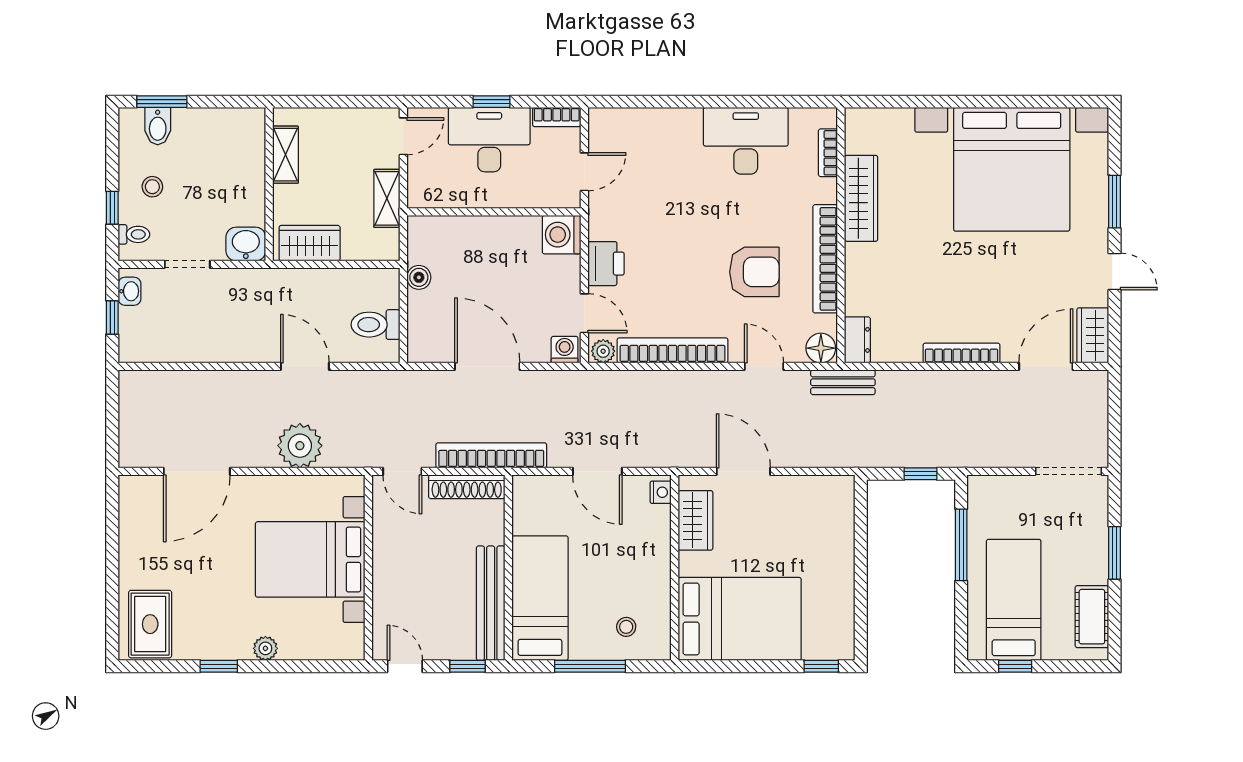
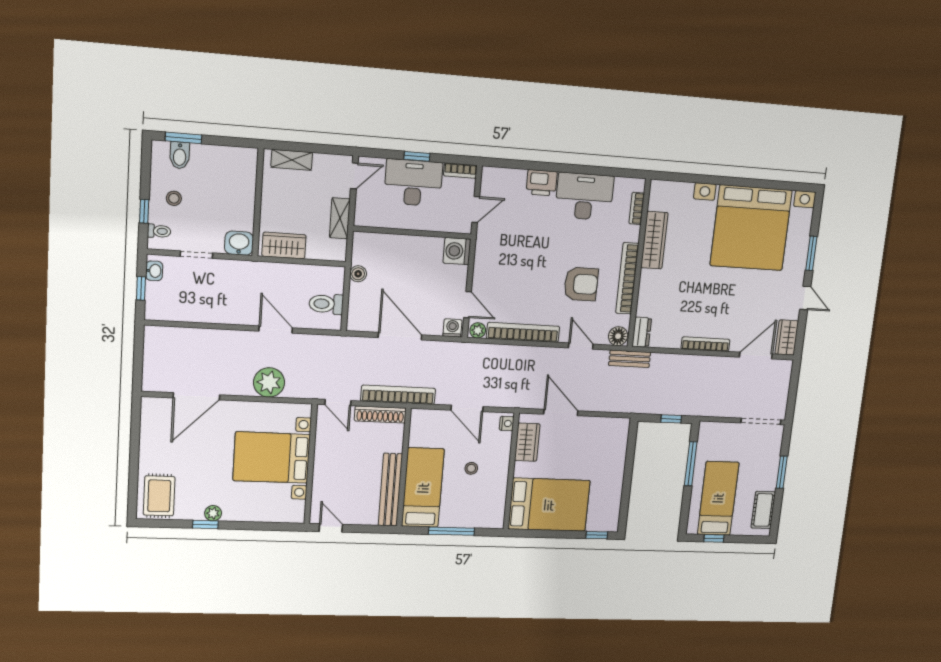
shelving: (286, 155) -> (292, 160), moved, turned 90
printer: (606, 264) -> (542, 183), moved, turned 90
stool: (626, 627) -> (471, 468), moved
plant: (265, 648) -> (213, 513), moved
window: (467, 666) -> (372, 529), removed

